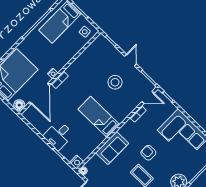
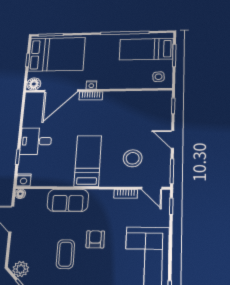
door: (131, 60) -> (173, 139), swing flipped
stool: (115, 82) -> (133, 158), moved

